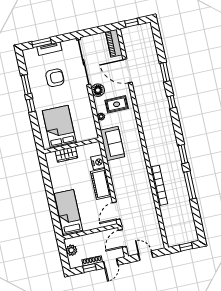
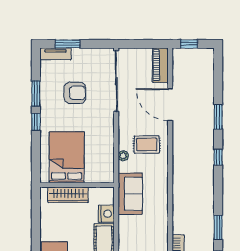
tv unit: (49, 49) -> (55, 54), moved
floor lamp: (98, 90) -> (127, 121), removed
wardrobe: (66, 154) -> (68, 195), width x1.50

